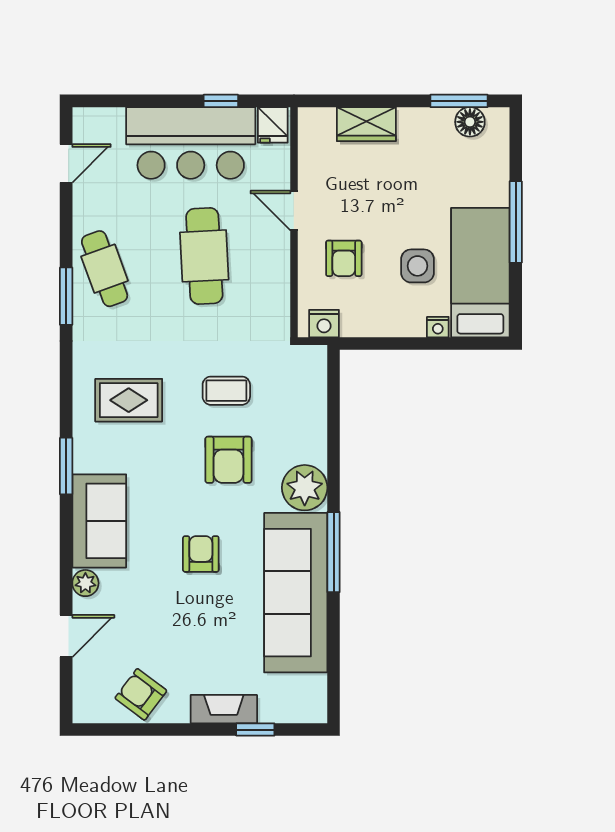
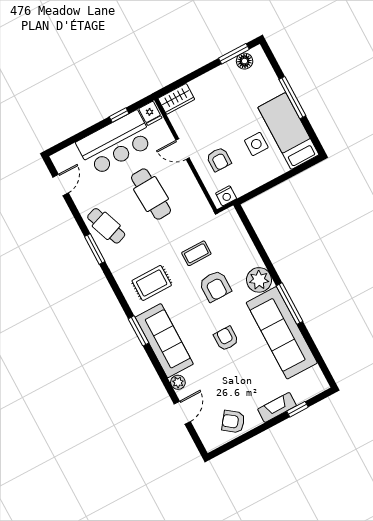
wardrobe: (366, 124) -> (176, 99), moved
nightstand: (438, 327) -> (282, 168), removed
sofa: (99, 521) -> (164, 341), width x1.36

